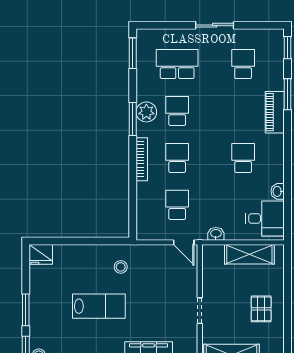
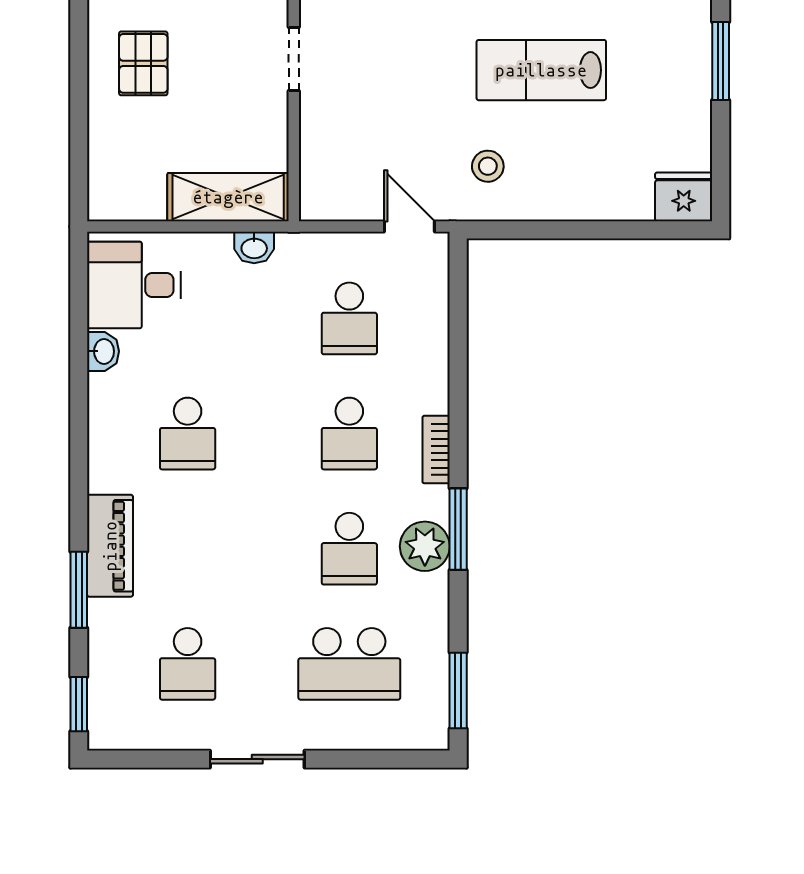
bookcase: (142, 159) -> (436, 450), width x0.64
door: (184, 242) -> (409, 226), moved
shelving: (249, 254) -> (228, 197), moved

